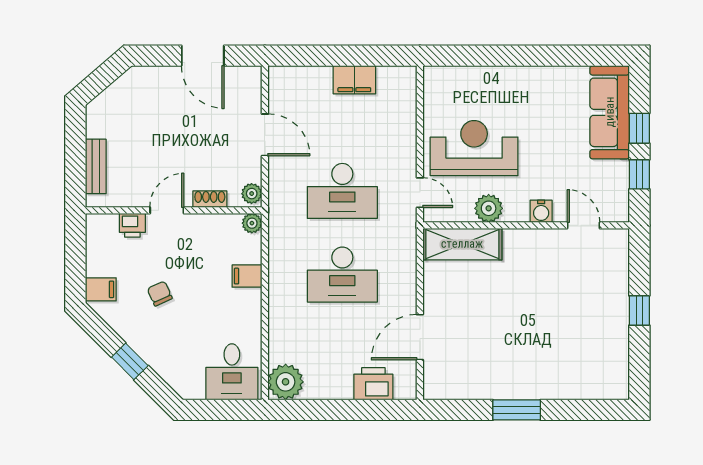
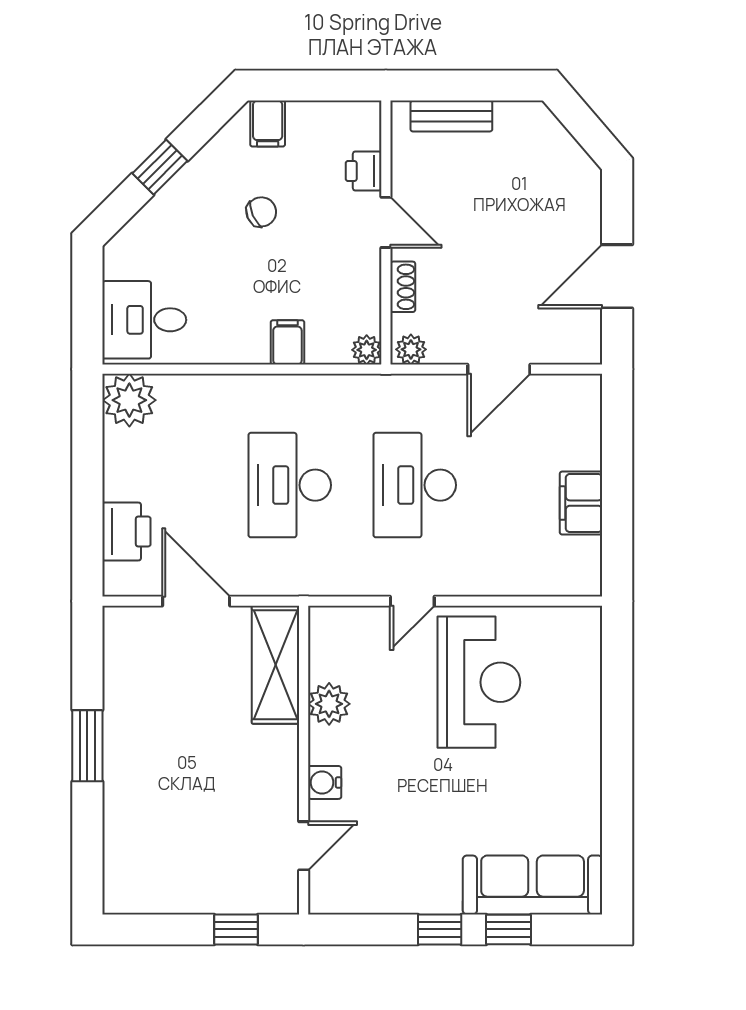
plant: (489, 208) -> (329, 704), moved
water cooler: (541, 211) -> (325, 782), moved
wall: (526, 225) -> (304, 760), moved
door: (584, 225) -> (304, 846), moved
shelving: (462, 244) -> (275, 665), moved

